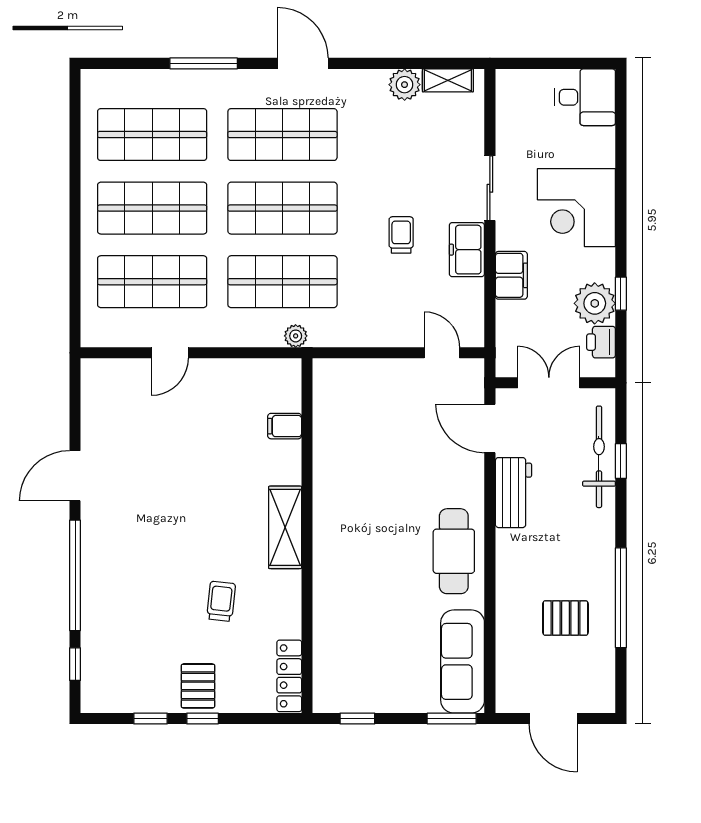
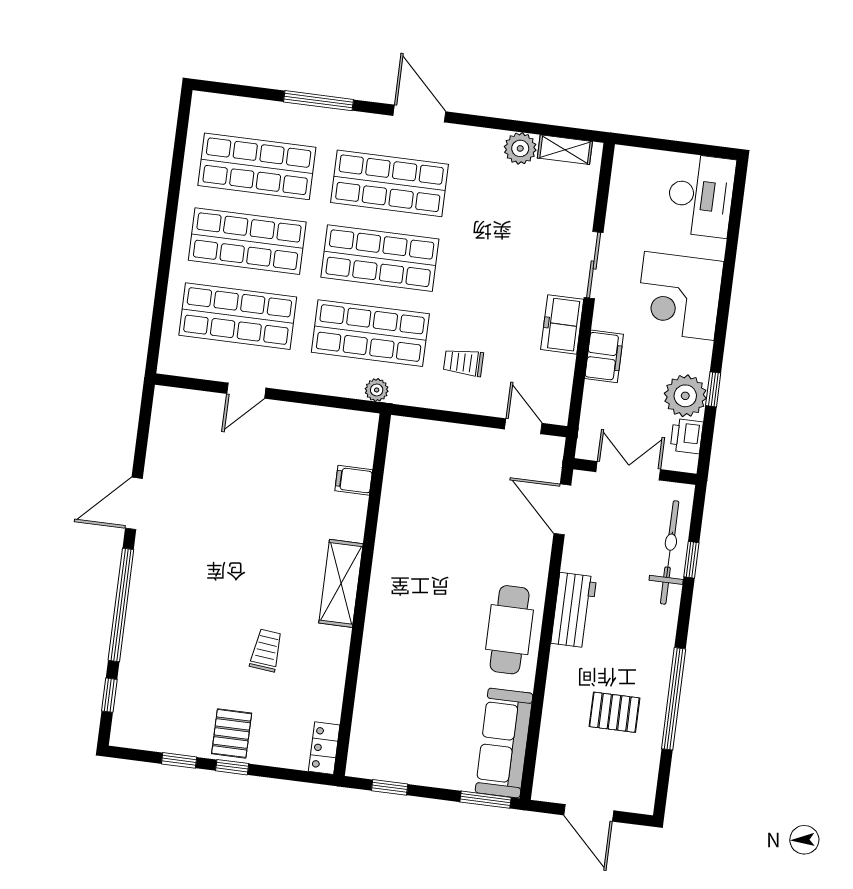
desk: (585, 97) -> (701, 195), width x1.37
trolley: (401, 235) -> (463, 362), moved, turned -90
workbench: (513, 493) -> (574, 610), moved
locker: (289, 676) -> (324, 748), width x0.66

